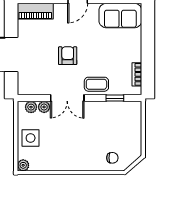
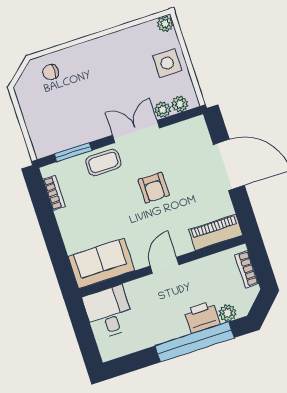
window: (115, 98) -> (73, 152), width x1.50

